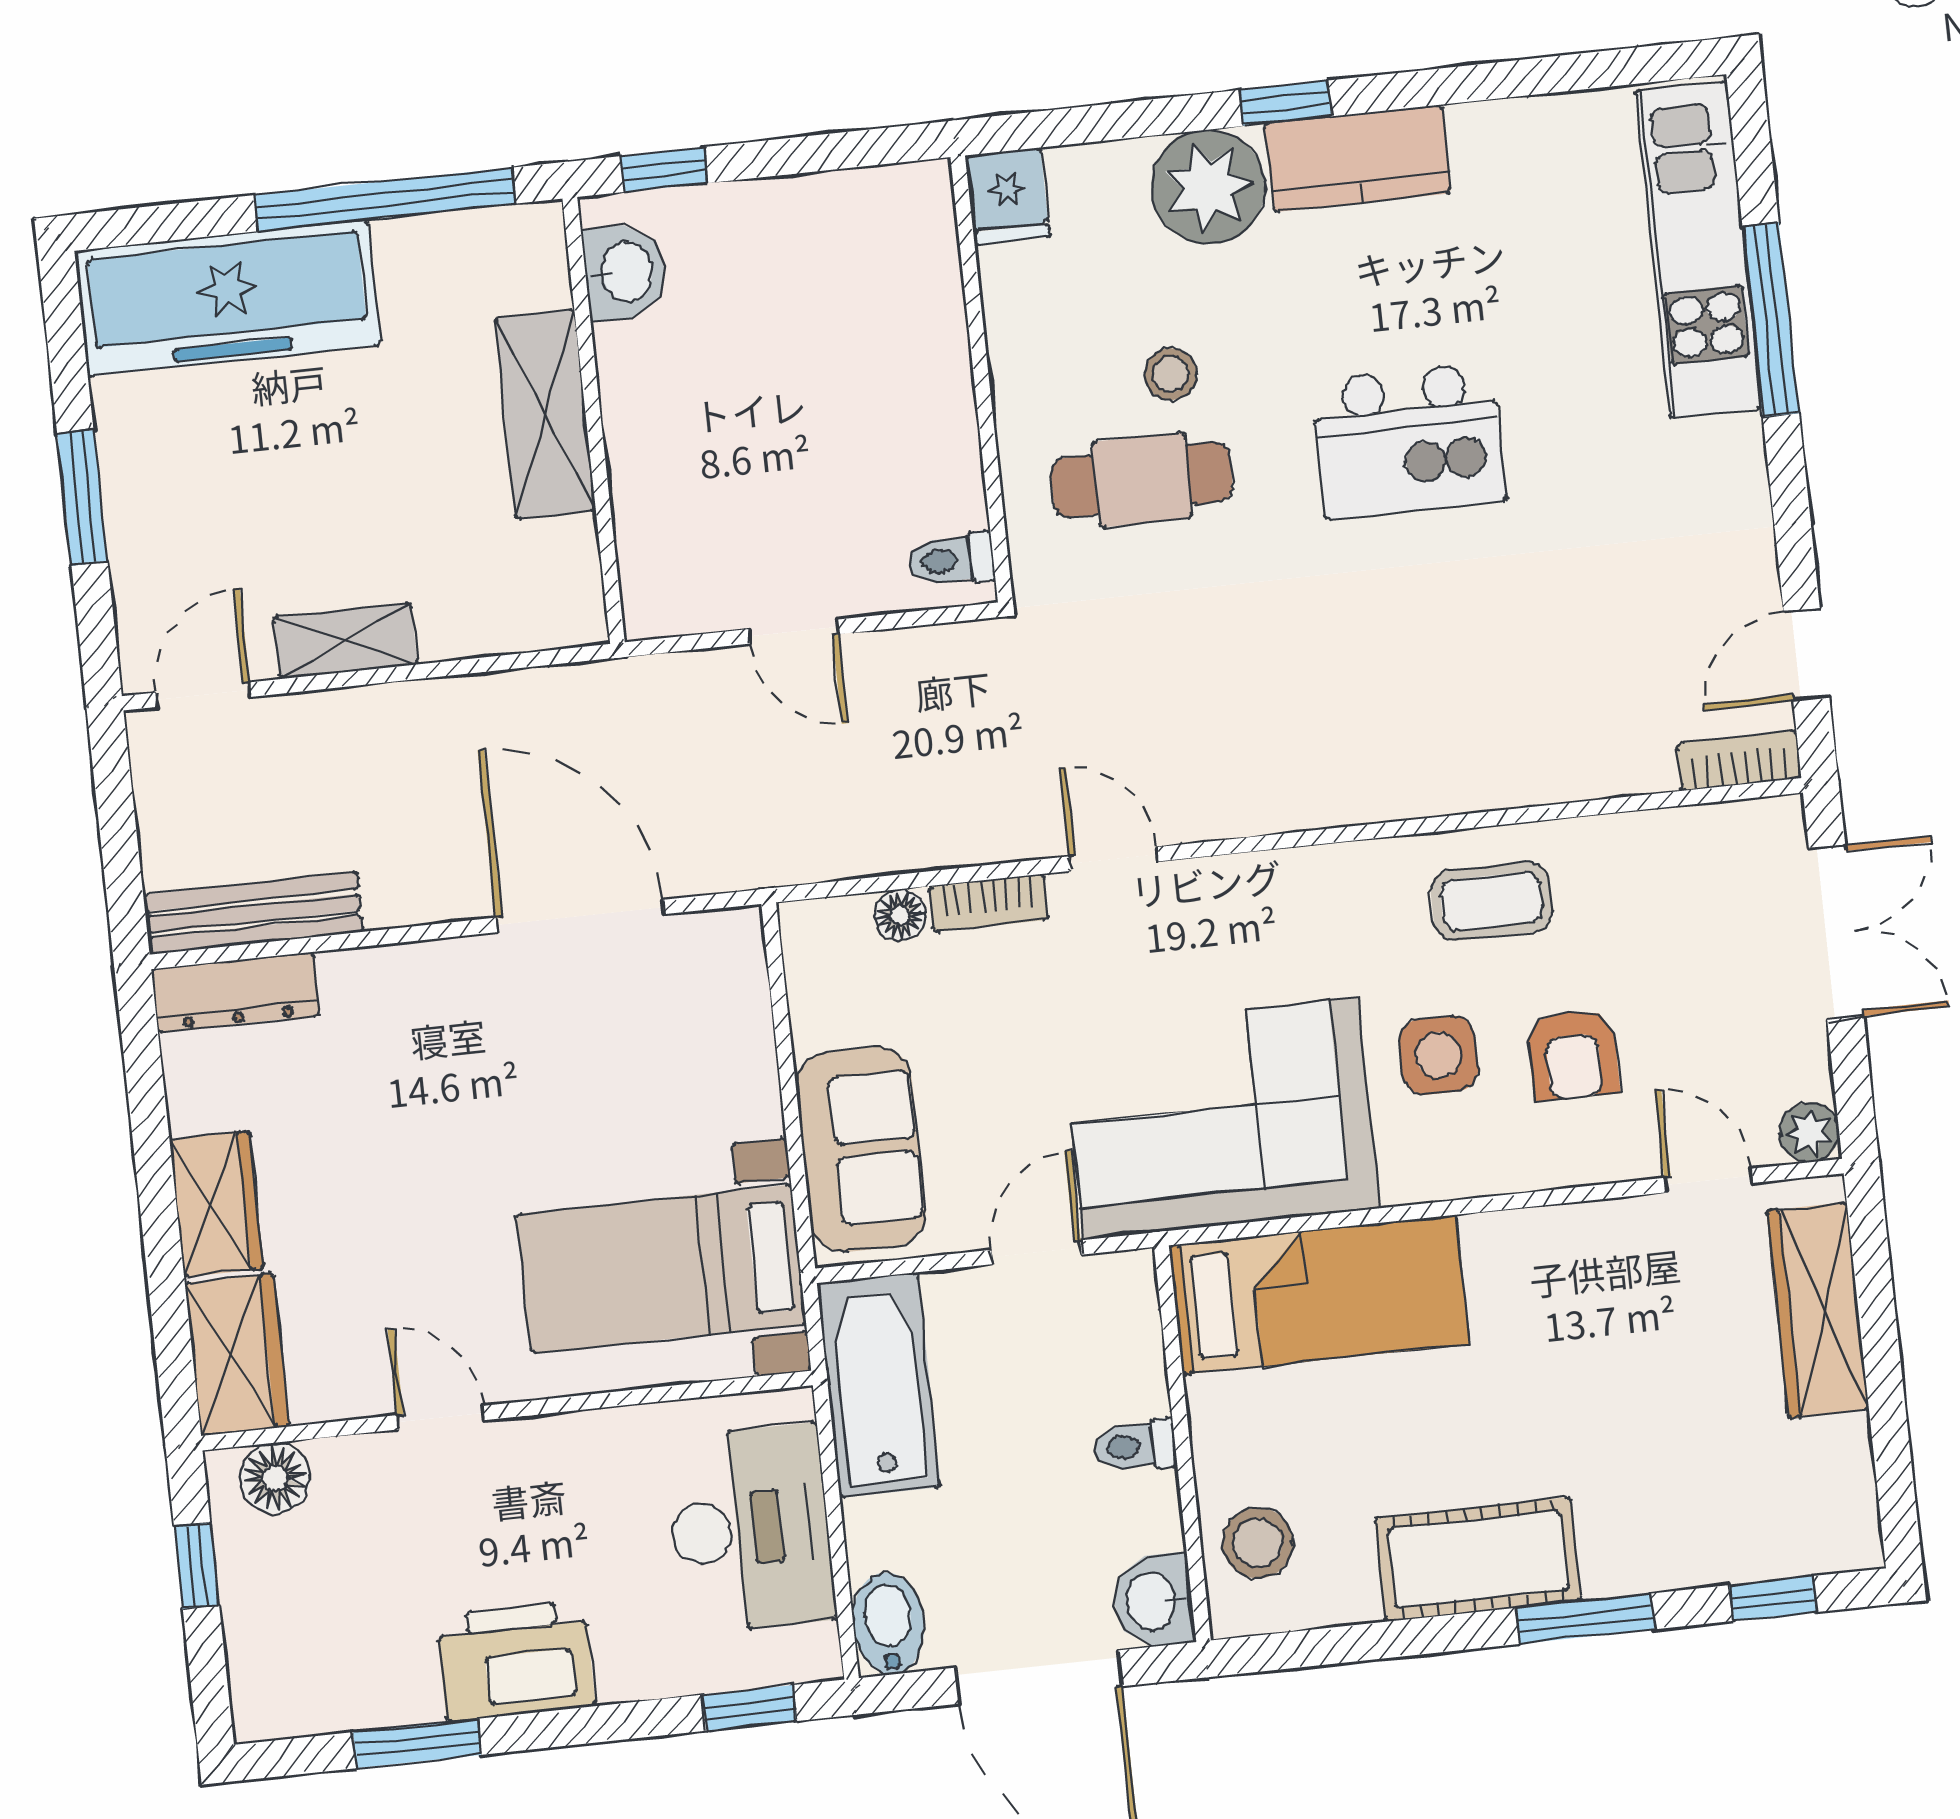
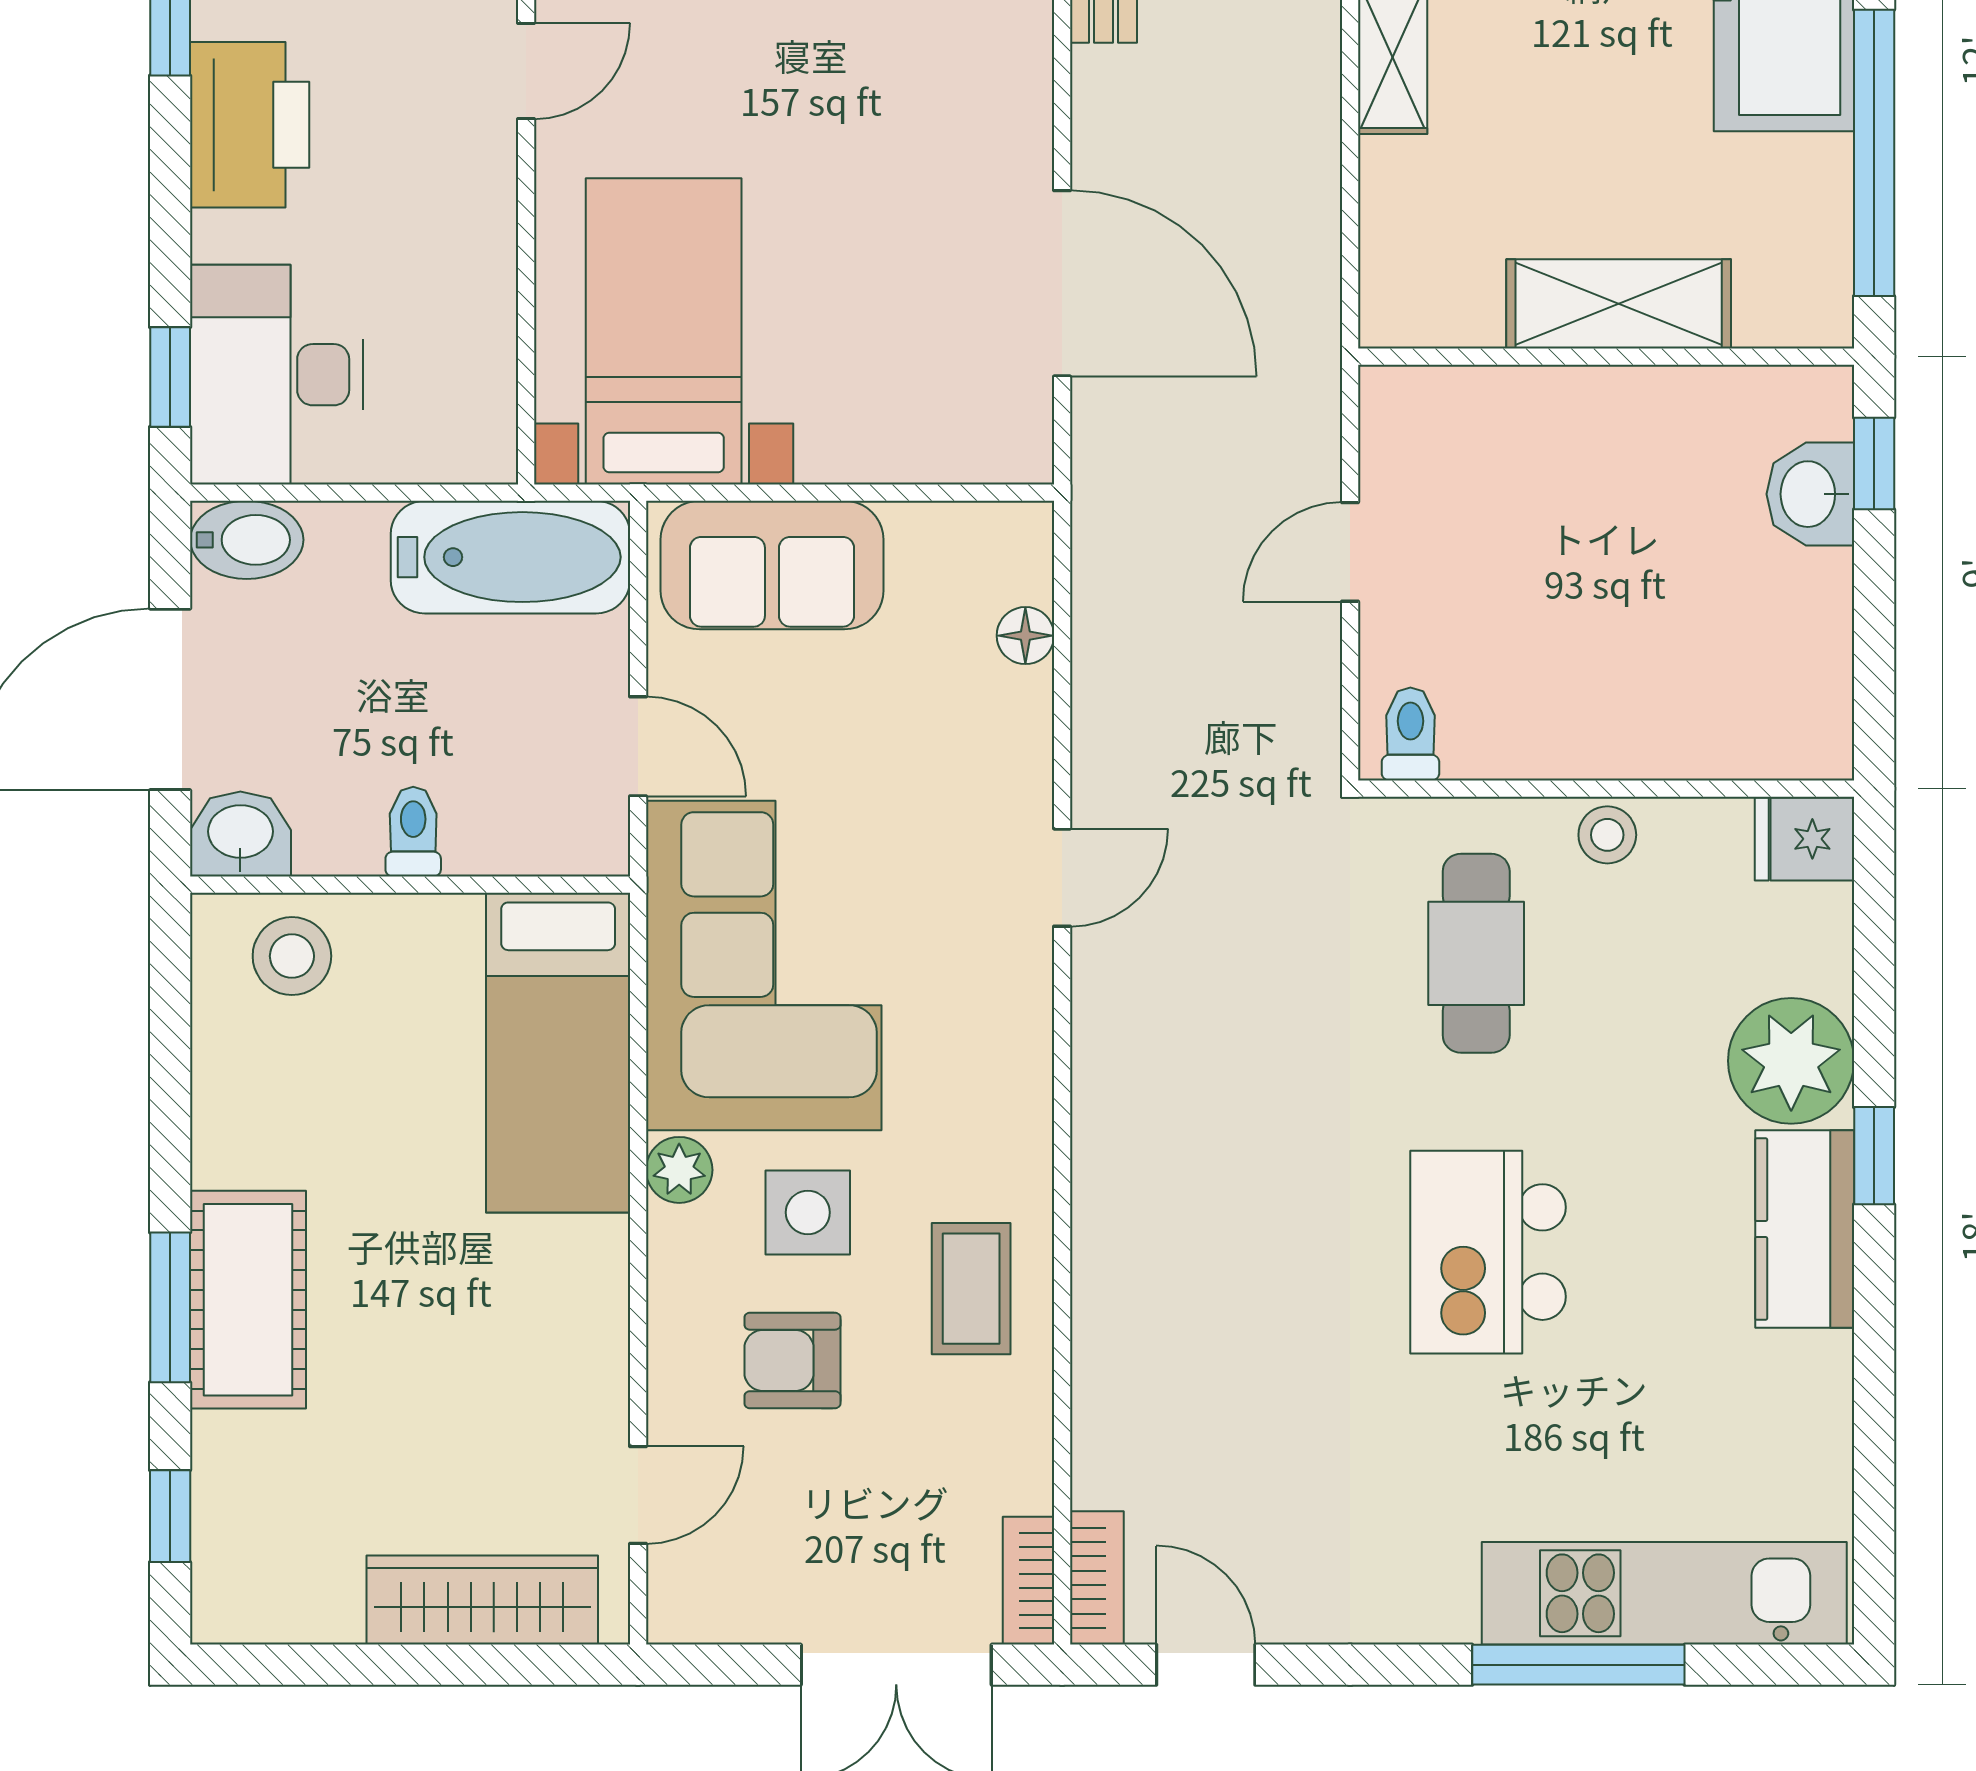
washbasin: (625, 272) -> (1810, 494), moved, turned 90
stool: (1171, 374) -> (1607, 835), moved
bookcase: (988, 903) -> (1028, 1581), moved
door: (580, 916) -> (1062, 283), hinge flipped
plant: (1809, 1132) -> (679, 1170), moved
desk: (750, 1529) -> (277, 375), moved, turned 90
cot: (1478, 1559) -> (248, 1300), moved

